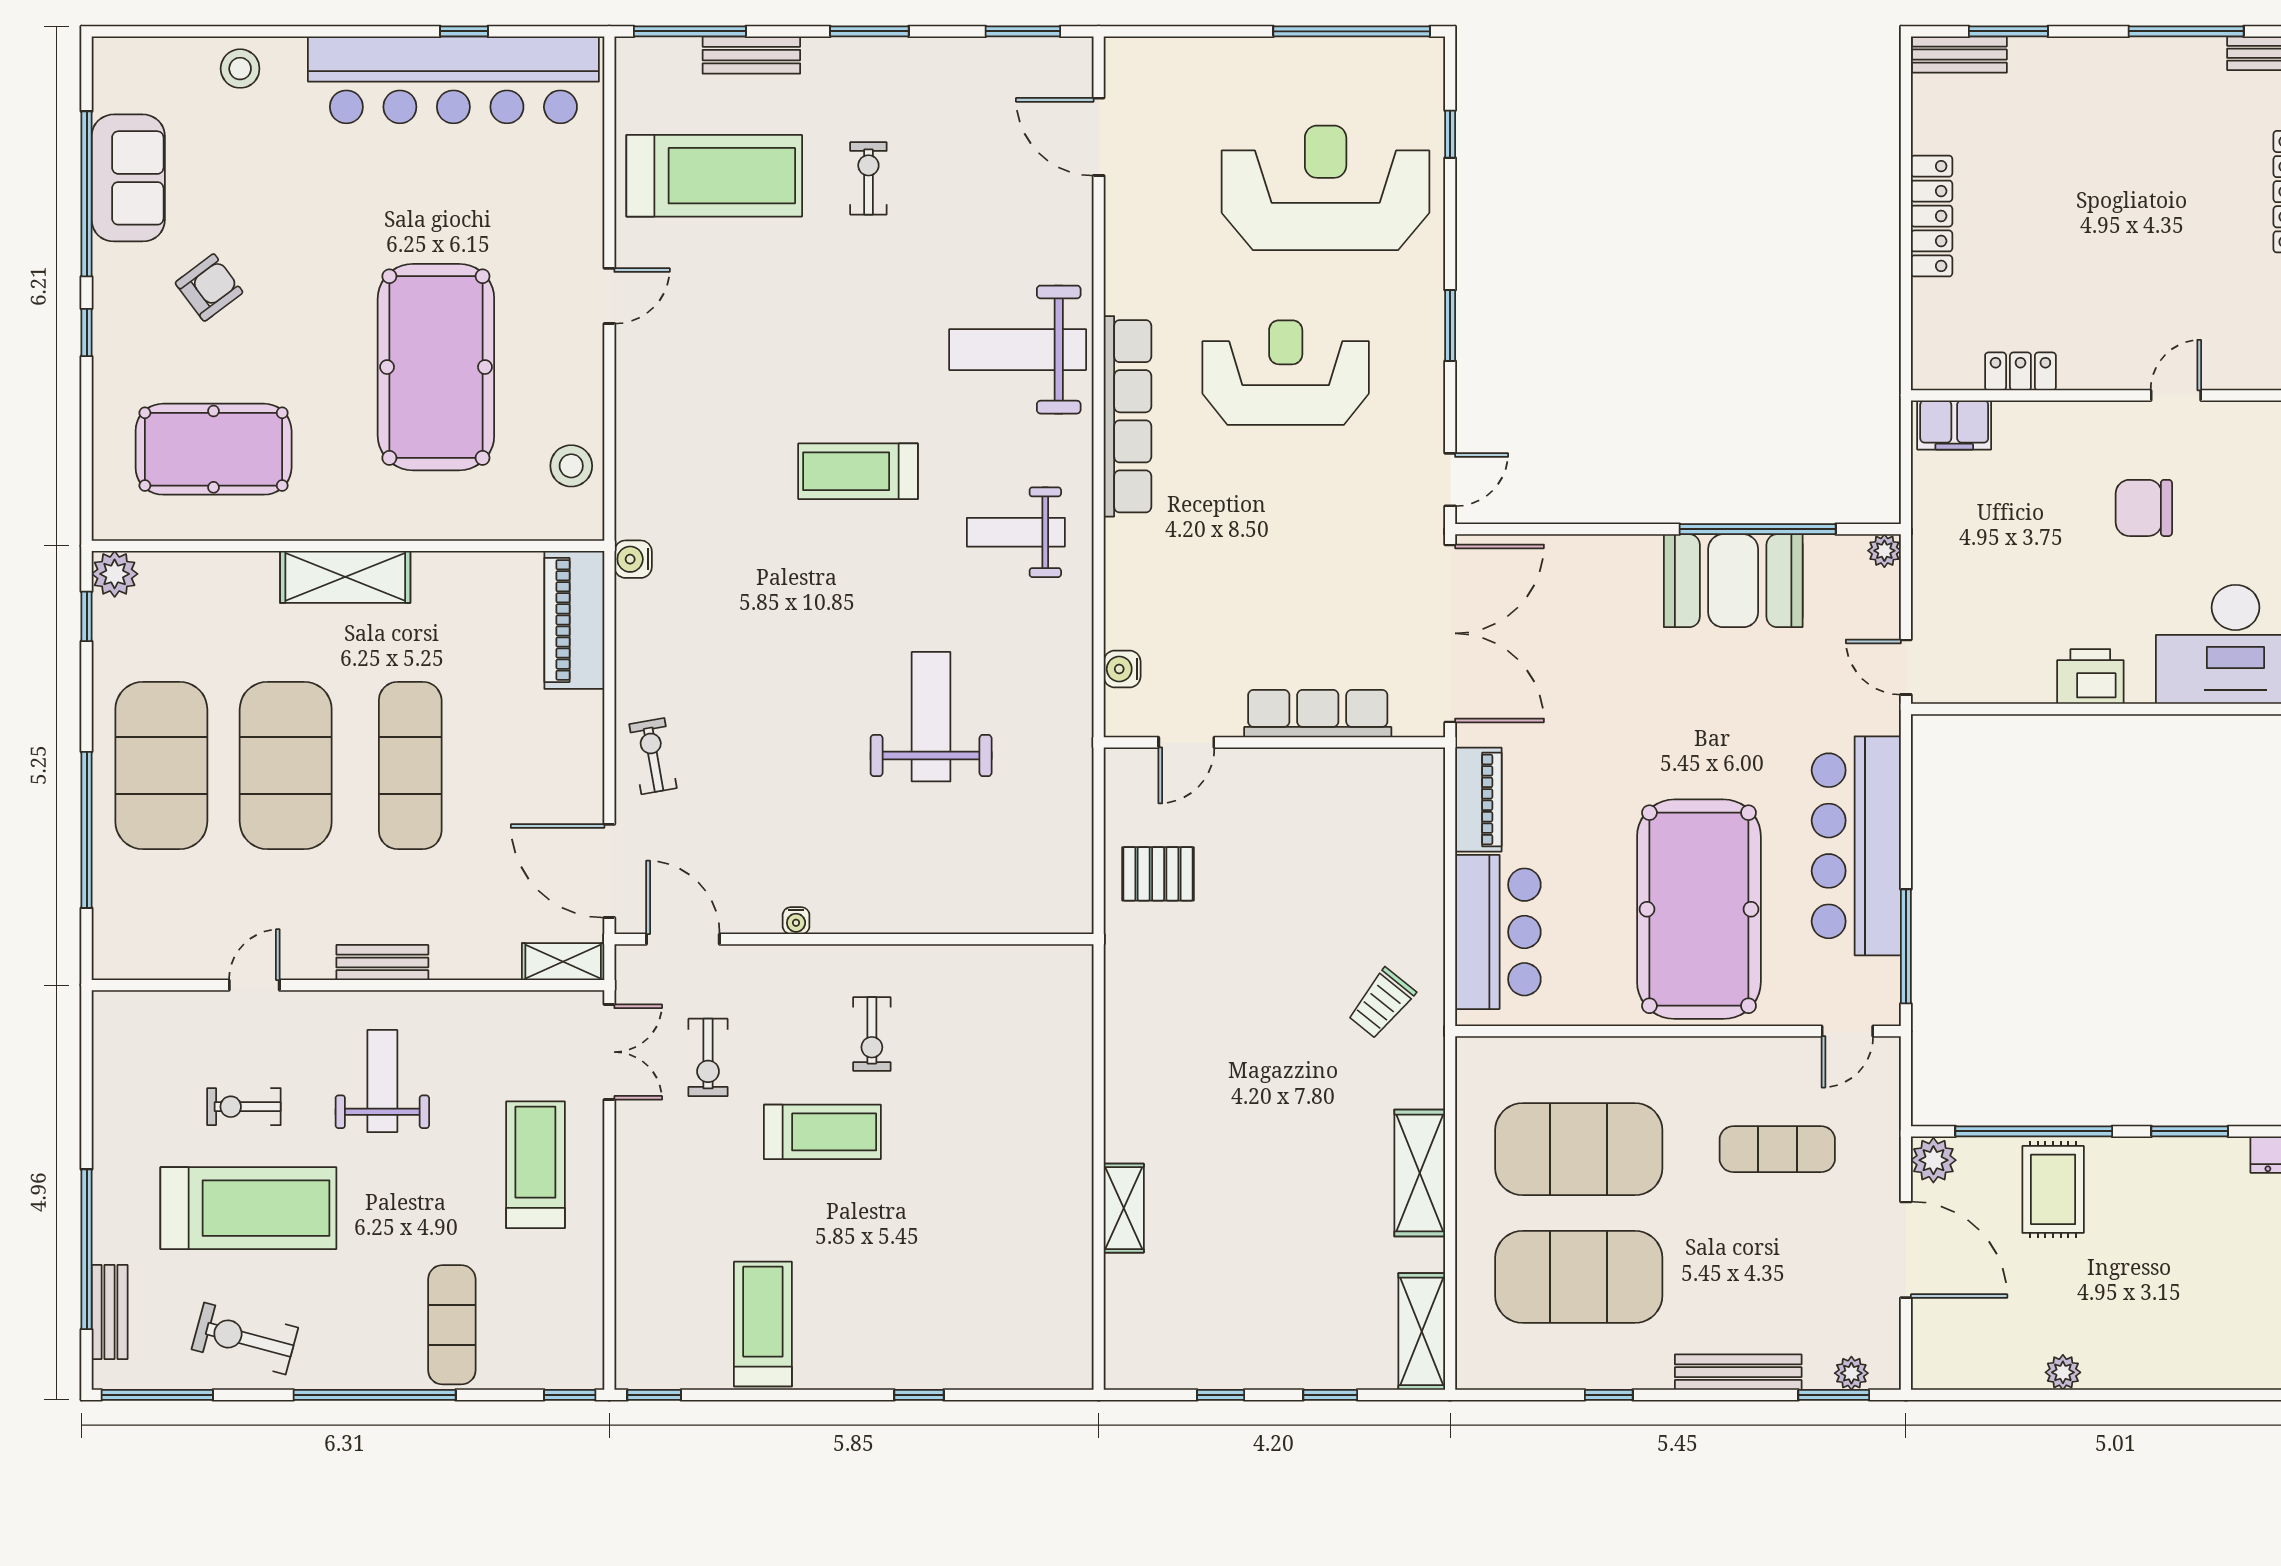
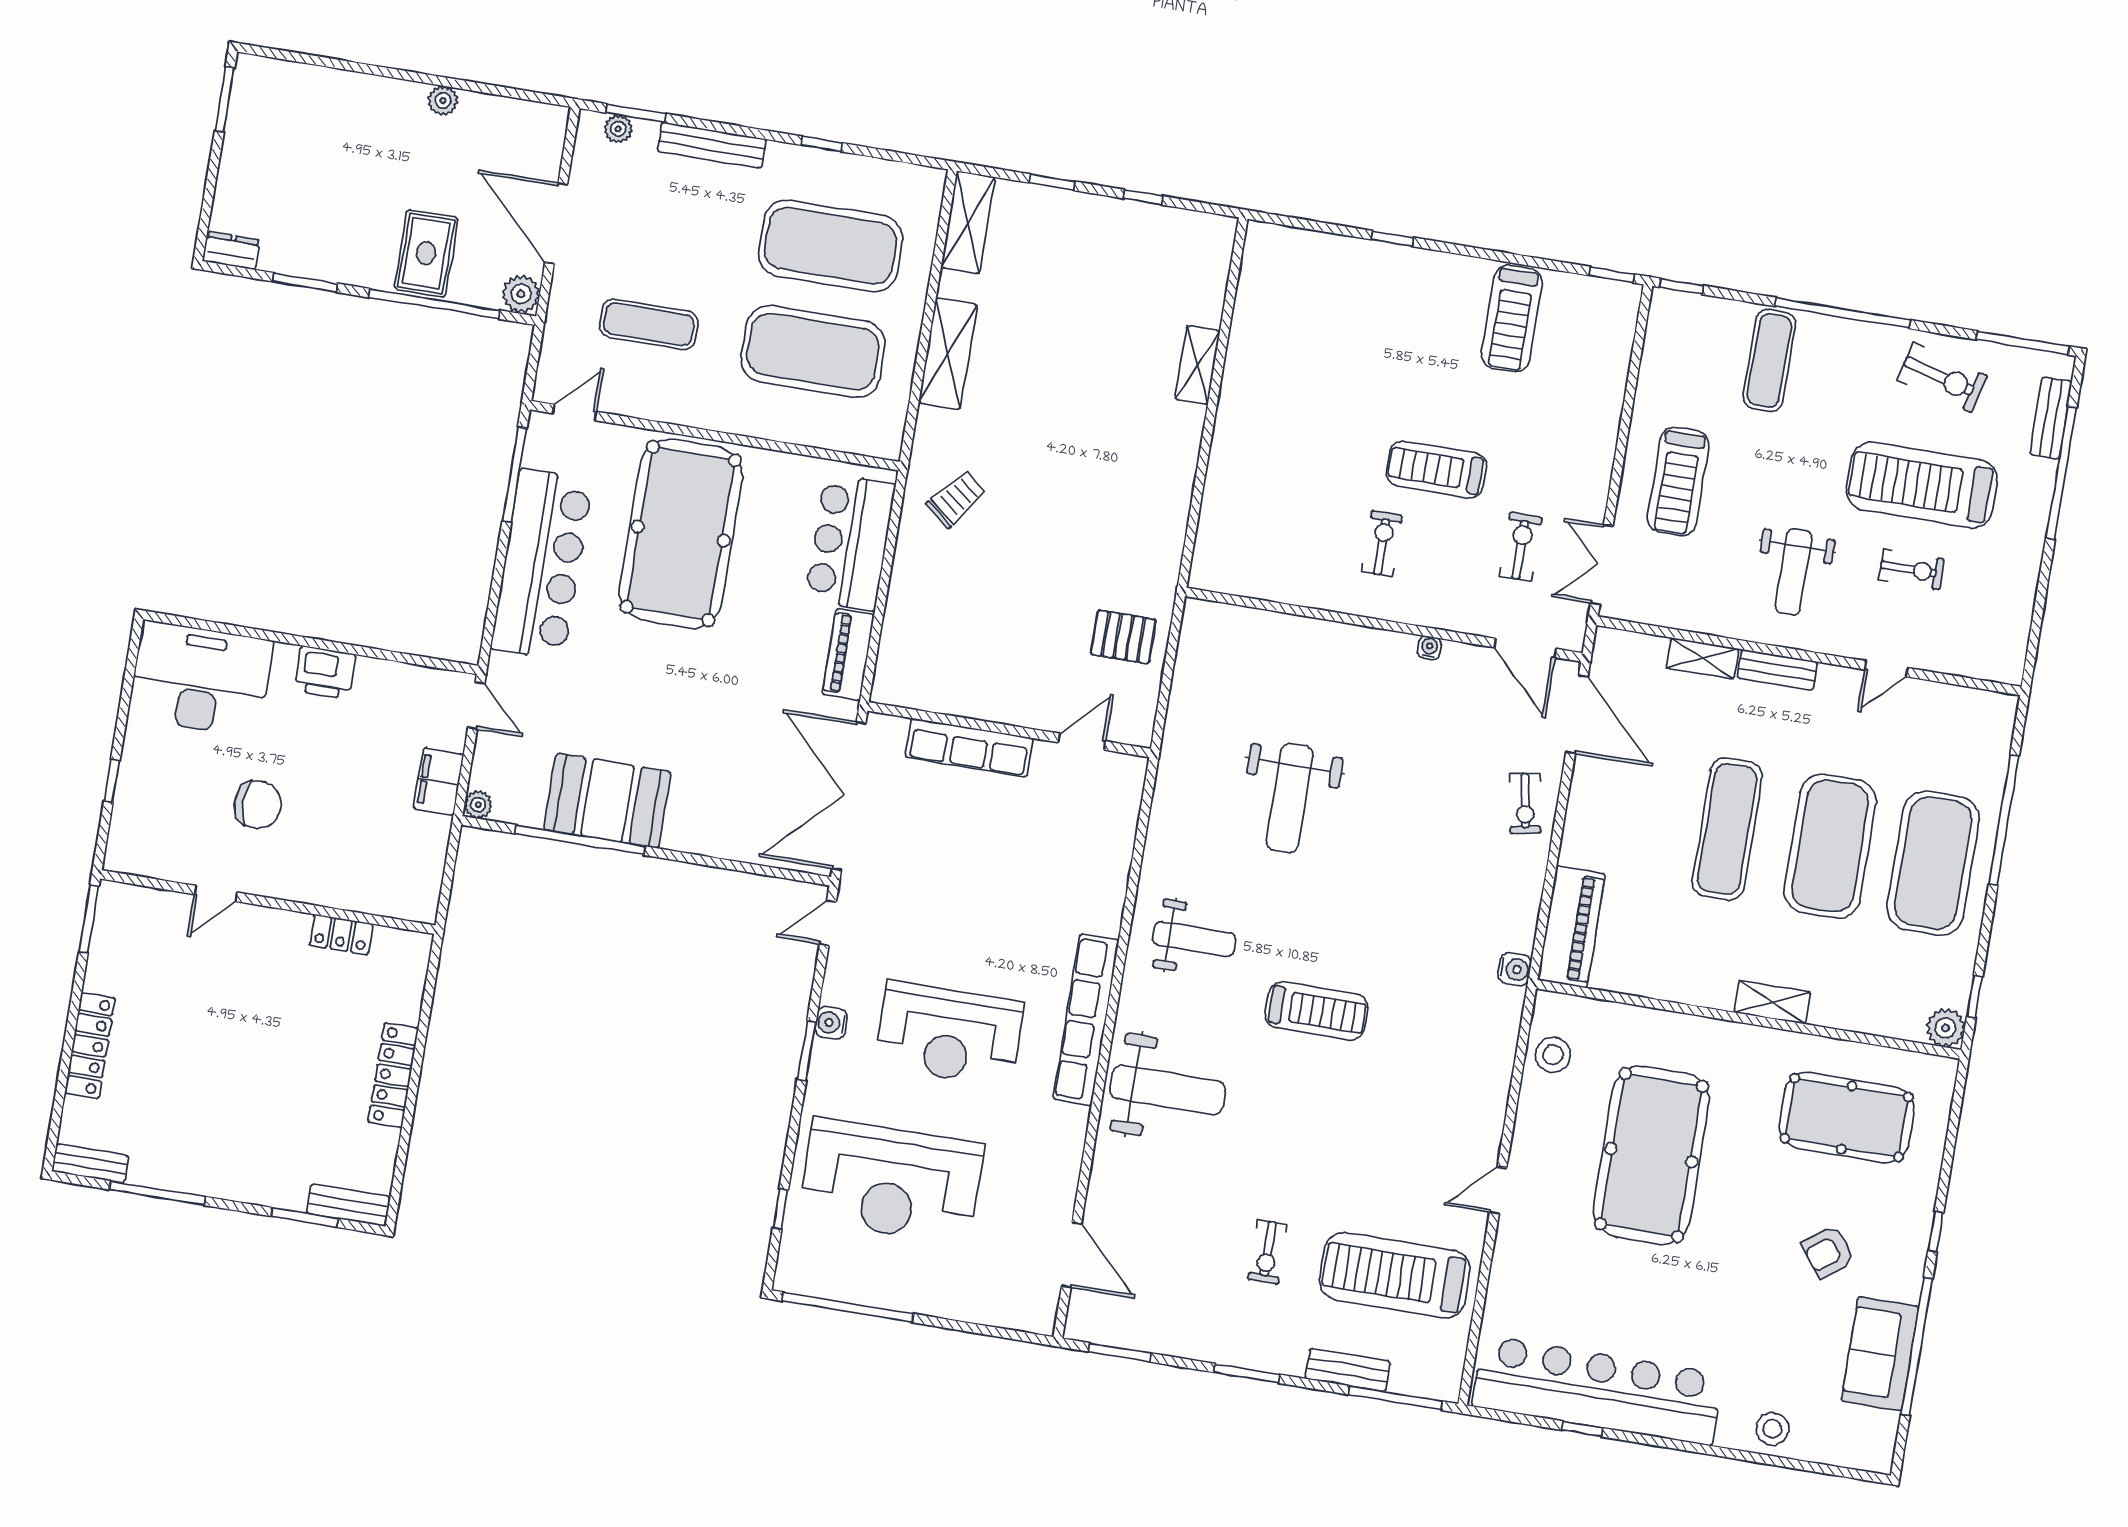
filing cabinet: (1954, 425) -> (438, 782), moved, turned -90
shelving: (345, 577) -> (1772, 1002), width x0.67, depth x0.75
water cooler: (1122, 669) -> (831, 1023), moved, turned 180
shelving: (563, 962) -> (1702, 658), moved

